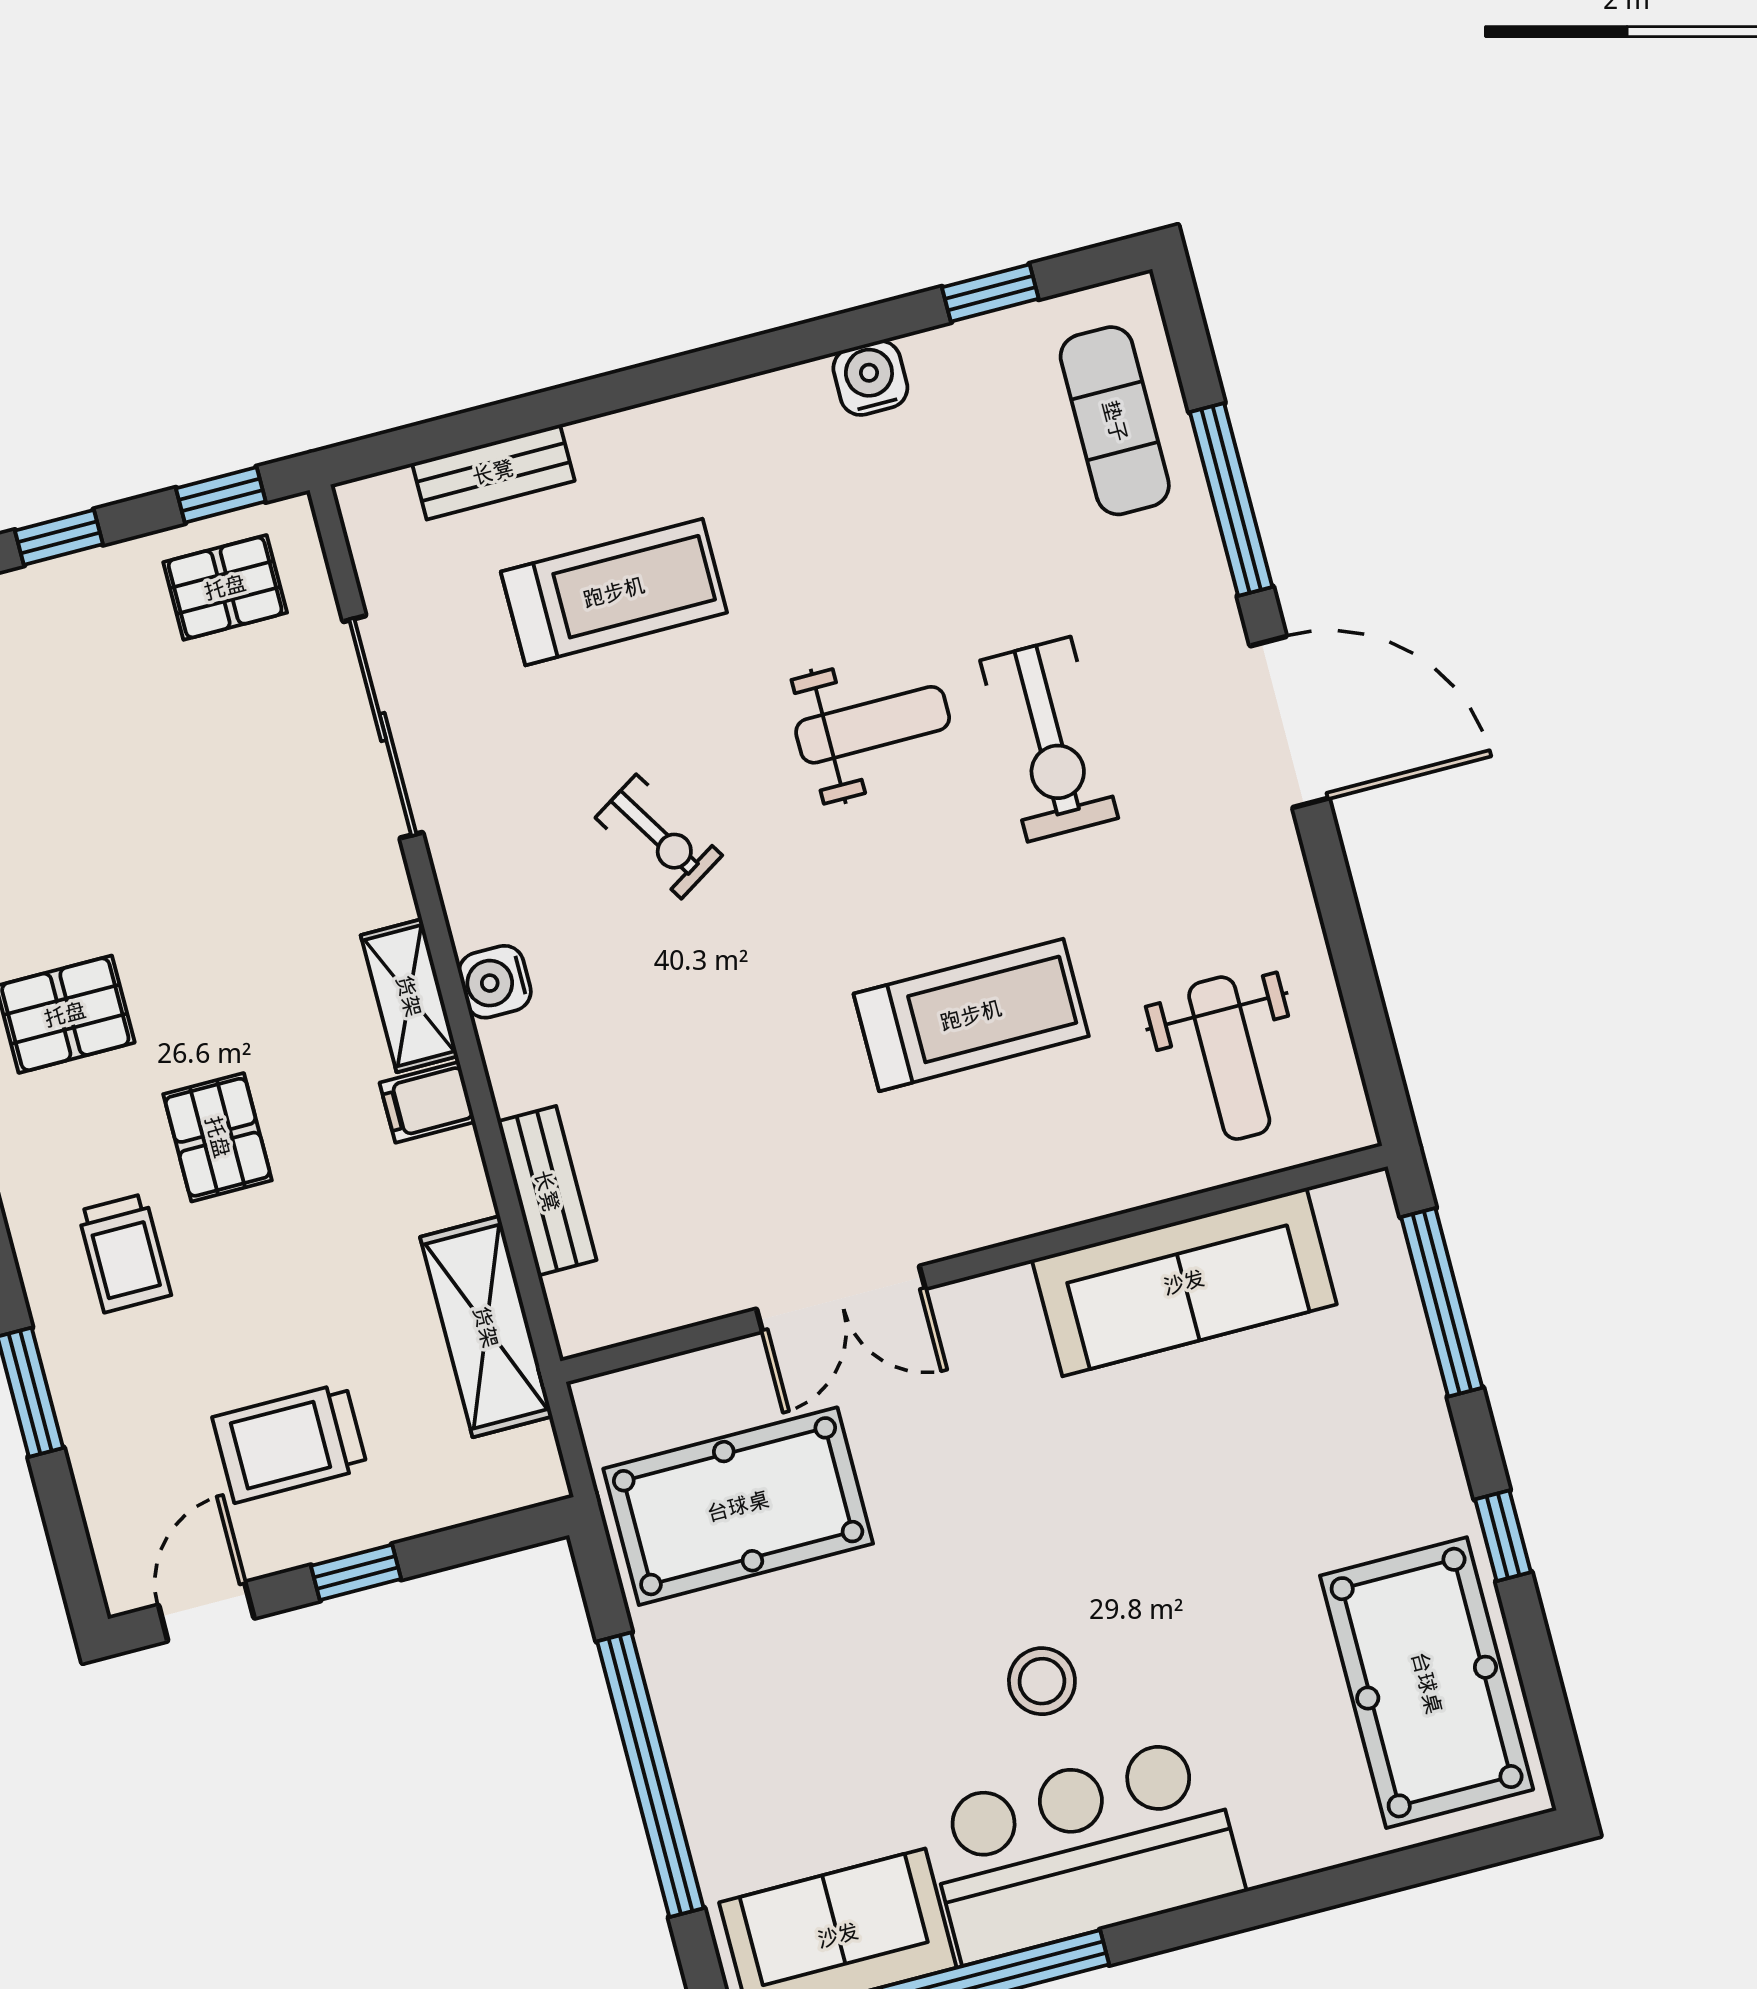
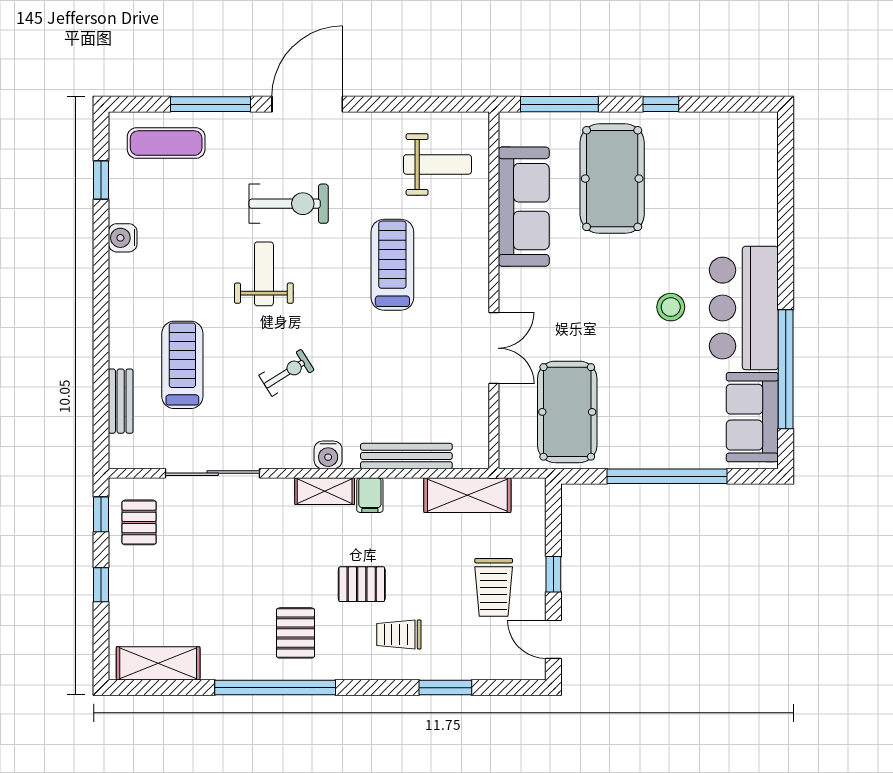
bench: (547, 1191) -> (406, 456), width x1.36
trolley: (124, 1253) -> (399, 634), turned 180
pool table: (1427, 1683) -> (612, 179), moved, turned 90

